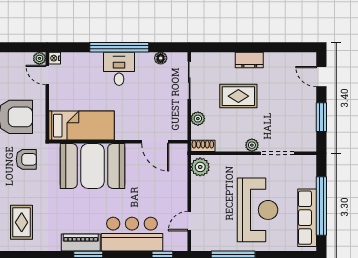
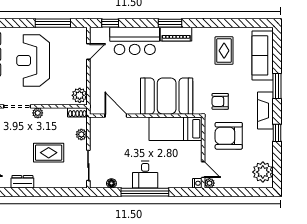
dresser: (249, 60) -> (22, 182), moved

